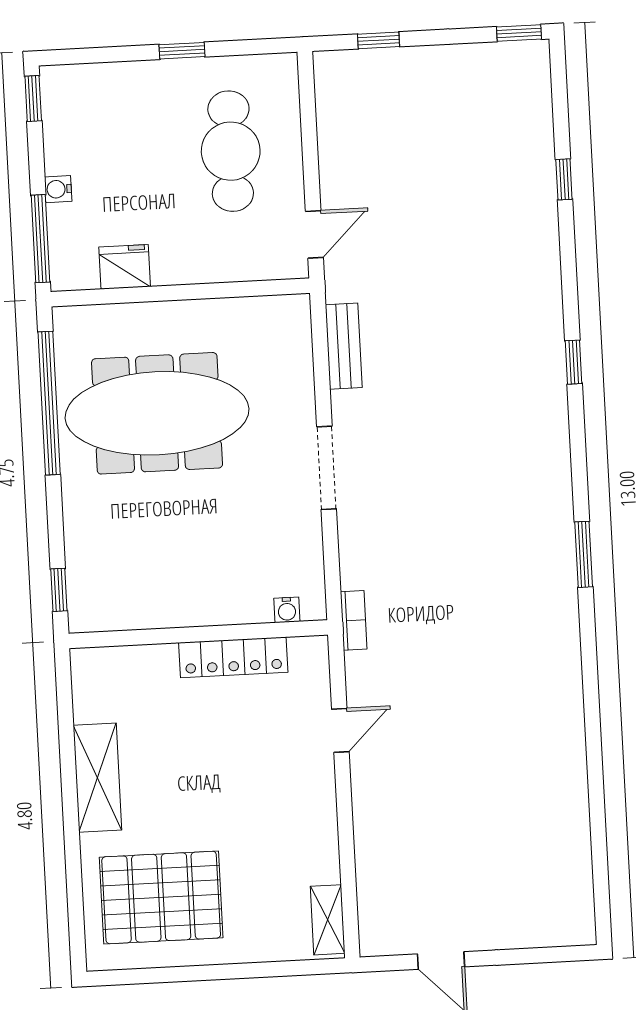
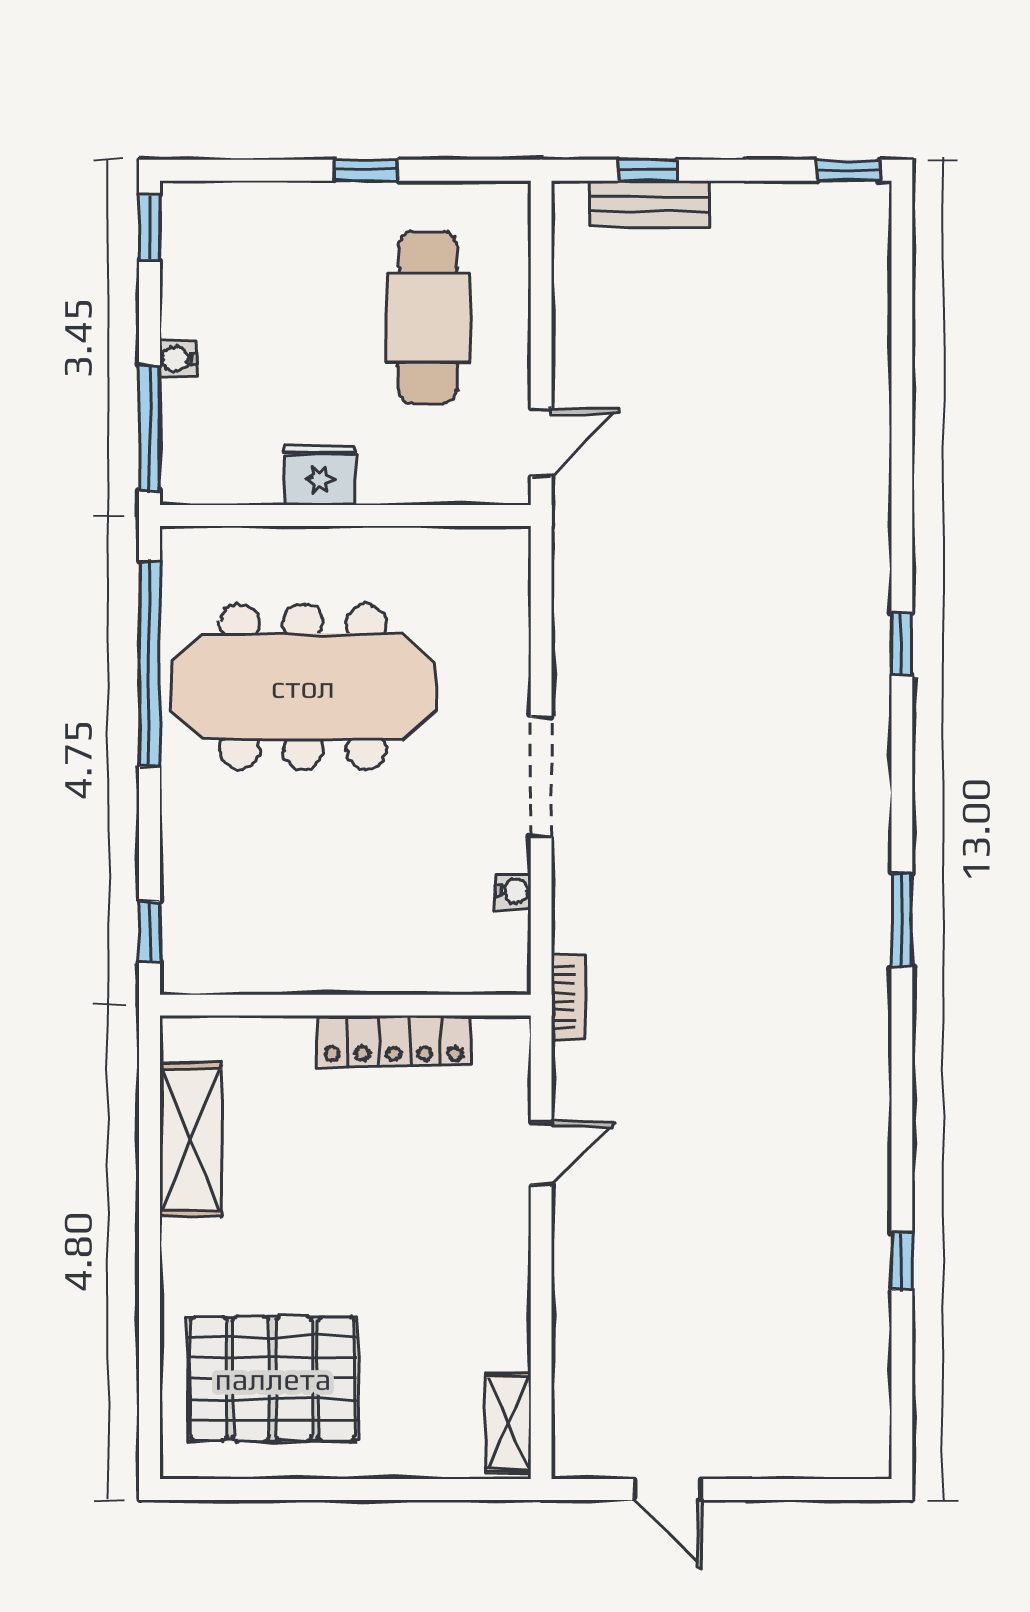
window: (564, 179) -> (902, 1261), moved
fridge: (125, 267) -> (319, 475), moved
bench: (344, 346) -> (650, 204), moved, turned 90
water cooler: (287, 610) -> (513, 891), moved, turned -90
shelving: (97, 778) -> (191, 1140), moved

